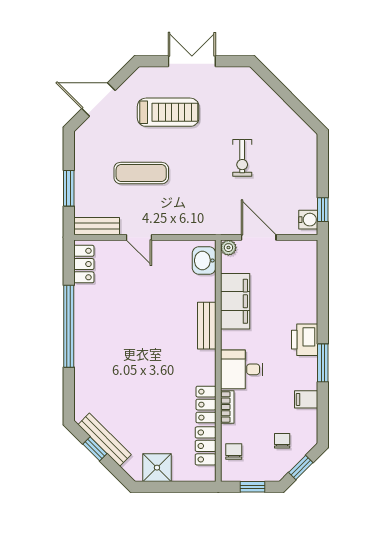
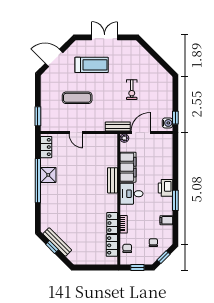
window: (69, 188) -> (38, 116), moved
bench: (97, 226) -> (118, 127), moved
door: (259, 237) -> (141, 133), hinge flipped
washbasin: (204, 261) -> (111, 145), removed
desk: (242, 369) -> (132, 194), moved
shower: (157, 468) -> (48, 175), moved

